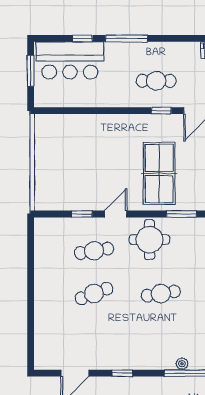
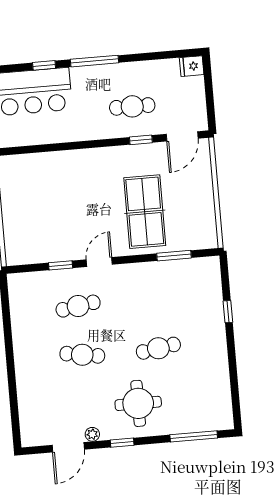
round table: (149, 240) -> (138, 403), moved
cafe table: (94, 294) -> (82, 355), turned 30
plant: (182, 364) -> (92, 434), moved

